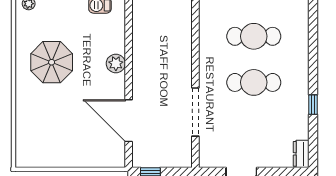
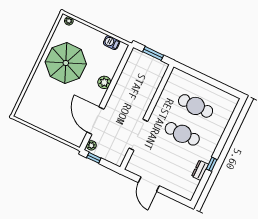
parasol: (52, 62) -> (66, 63), width x1.36, depth x1.36
dresser: (301, 154) -> (200, 170), moved
plant: (139, 157) -> (91, 145), added

